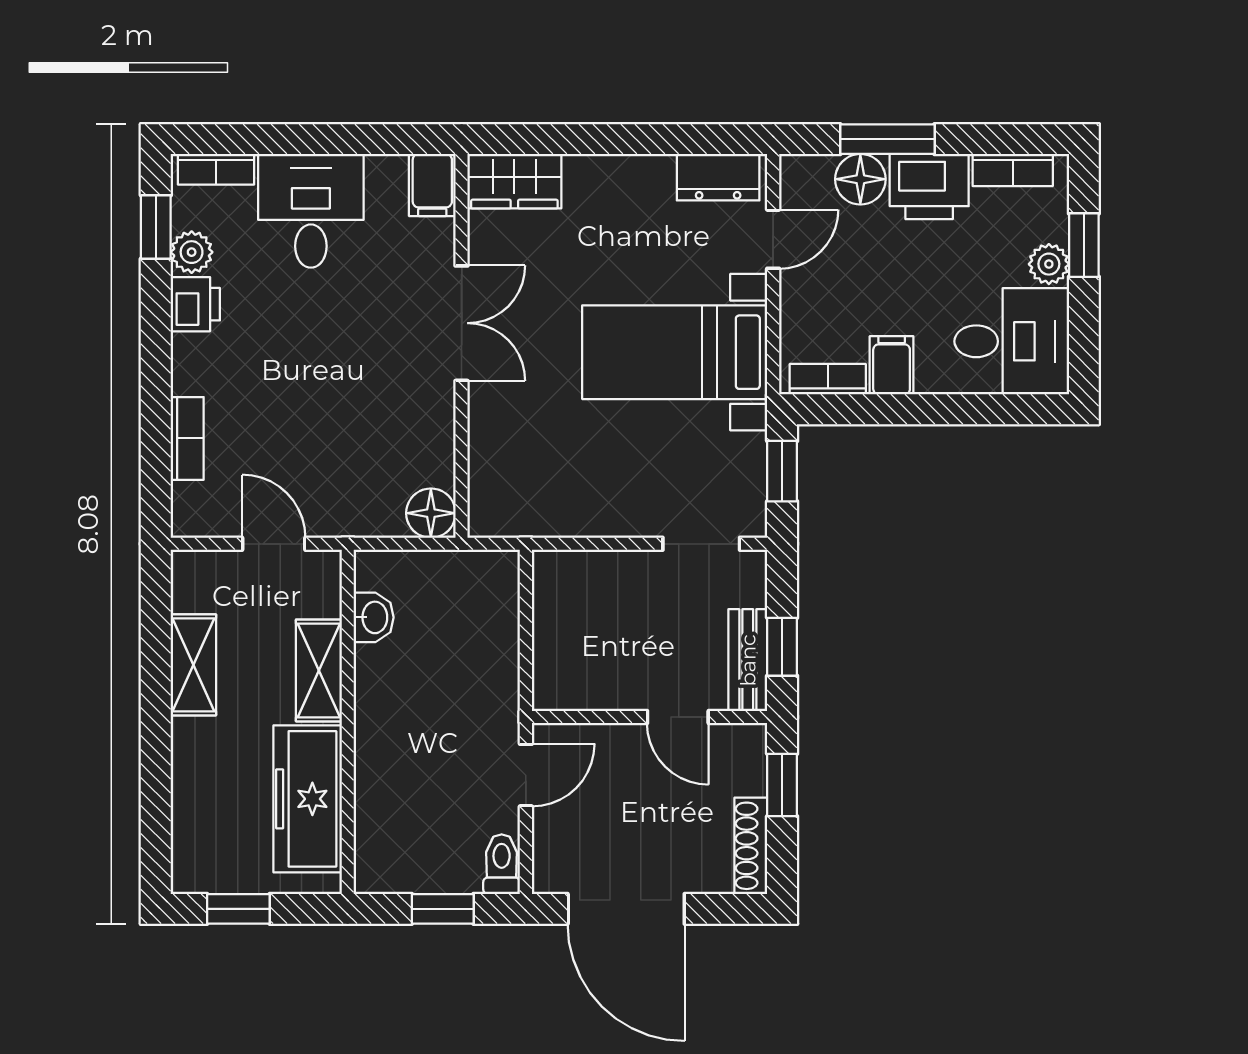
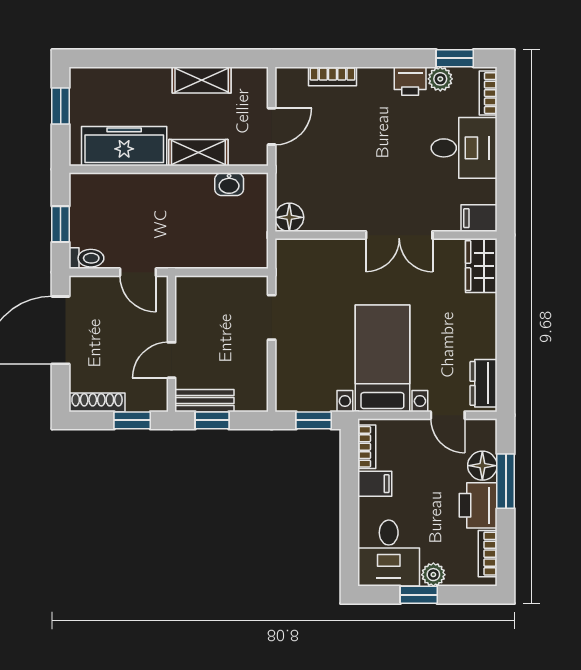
window: (1084, 245) -> (419, 595), moved
doorway: (701, 544) -> (272, 317), moved

